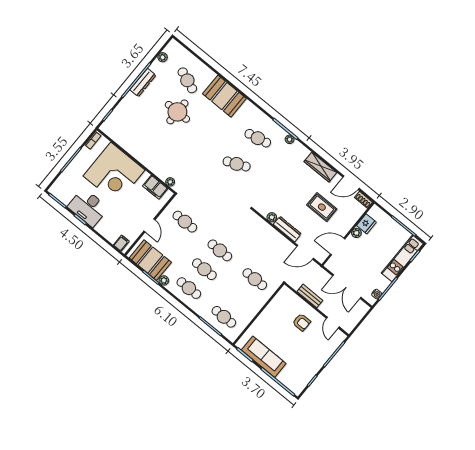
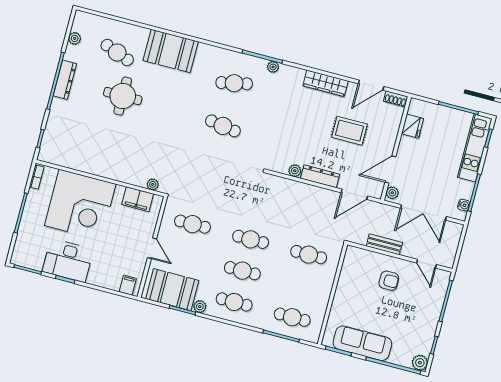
cafe table: (237, 164) -> (223, 126), turned 33
plant: (356, 233) -> (392, 193), moved
plant: (297, 388) -> (420, 363), added

